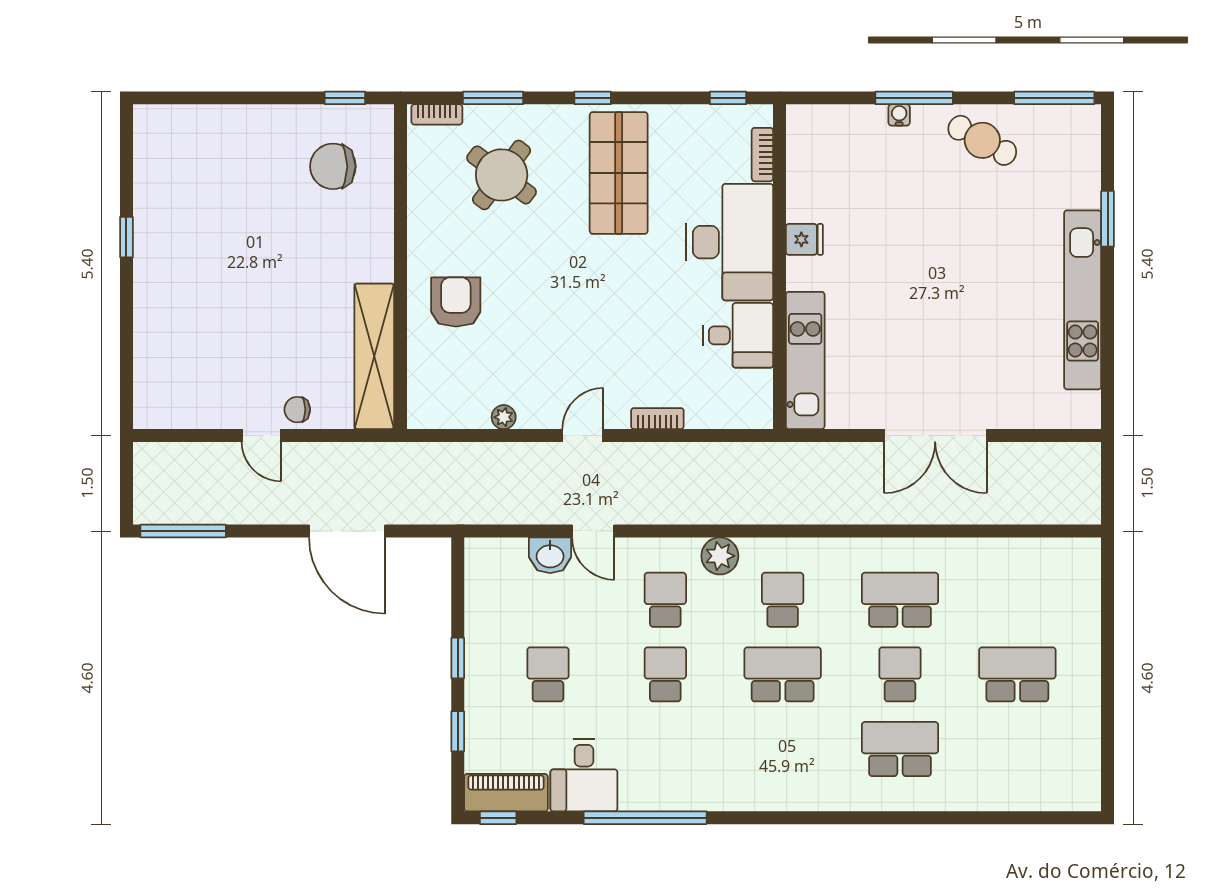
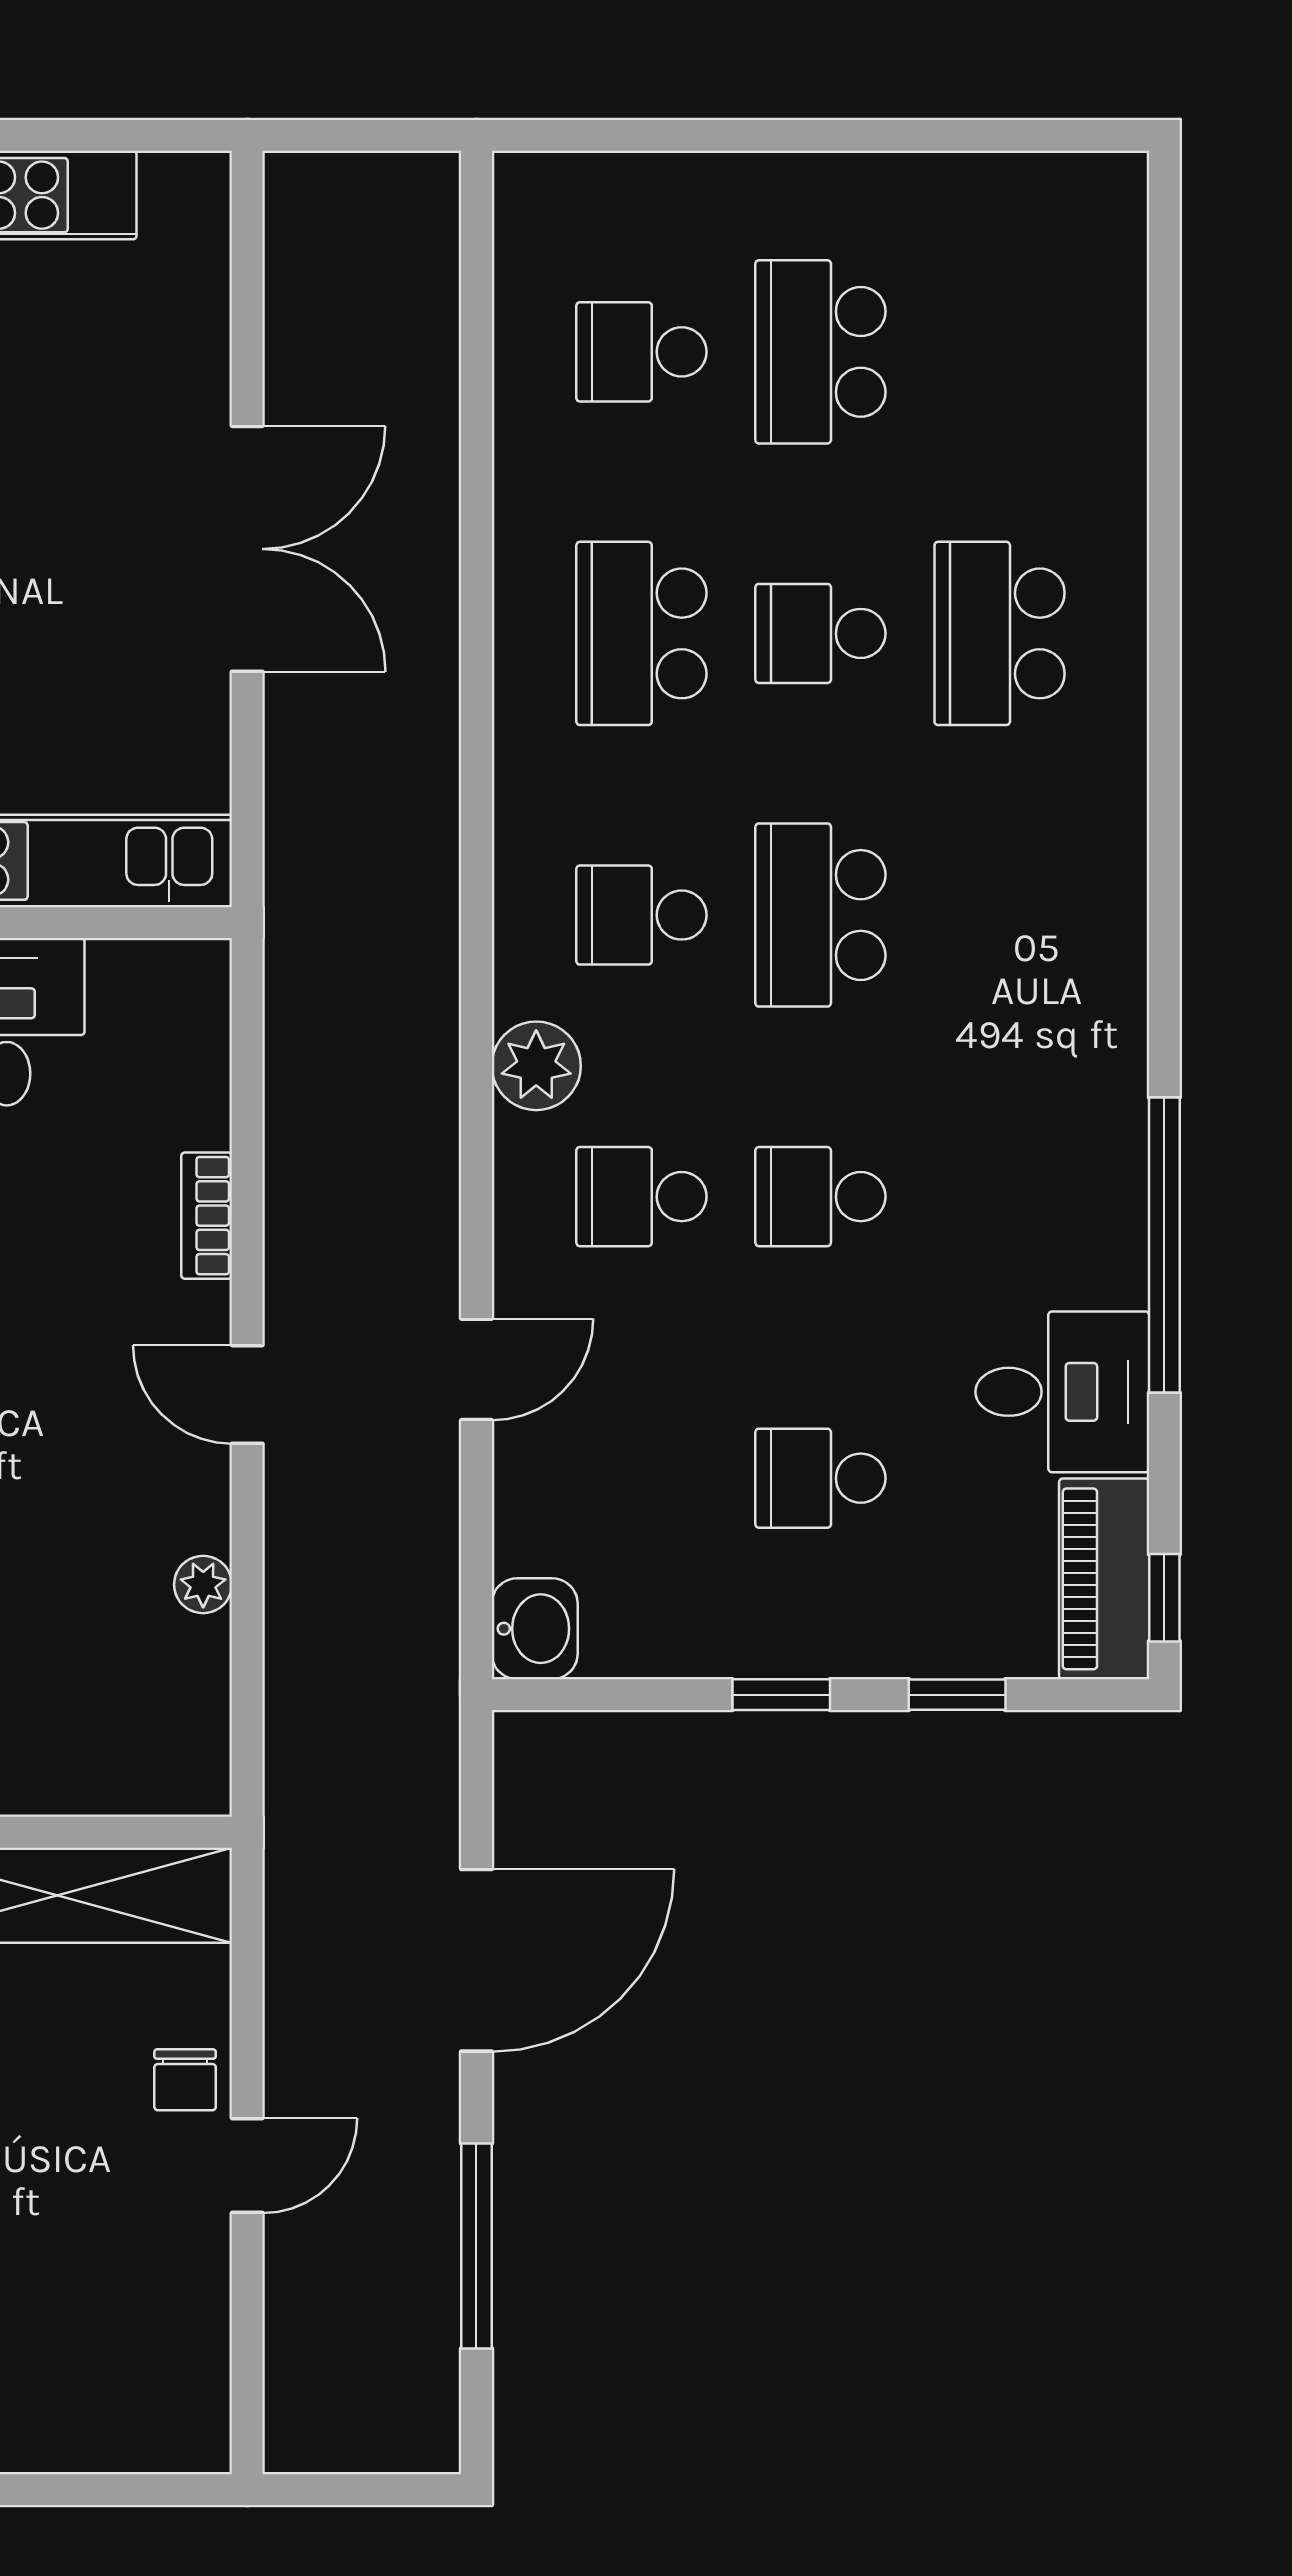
window: (183, 531) -> (476, 2246), moved
washbasin: (550, 555) -> (535, 1629), moved
school desk: (1017, 600) -> (641, 352), added

